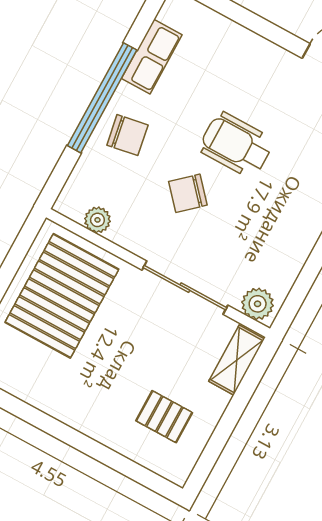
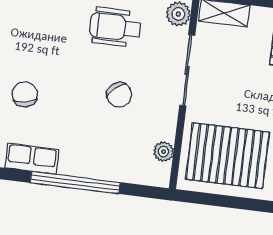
chair: (127, 135) -> (25, 94), moved
wheelchair: (236, 145) -> (115, 27), moved, turned 90

